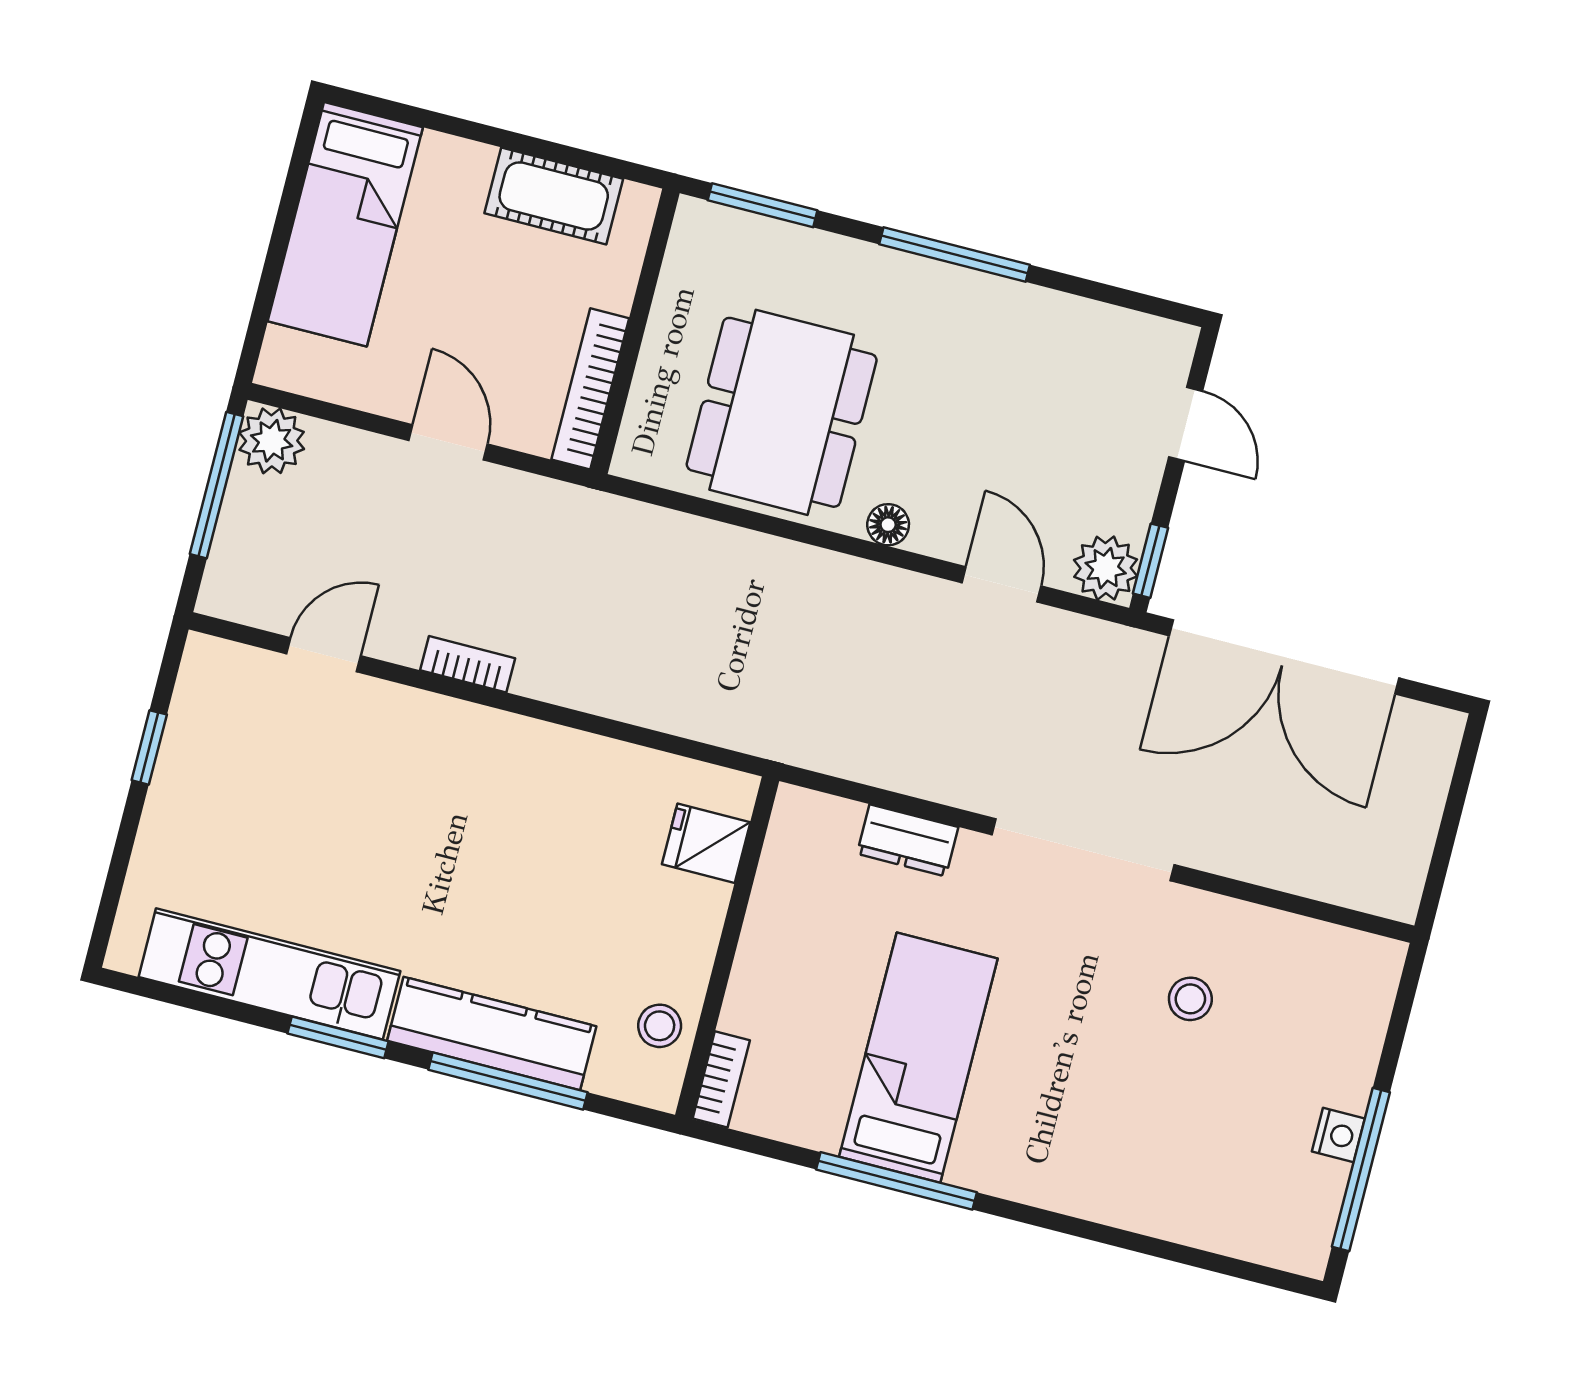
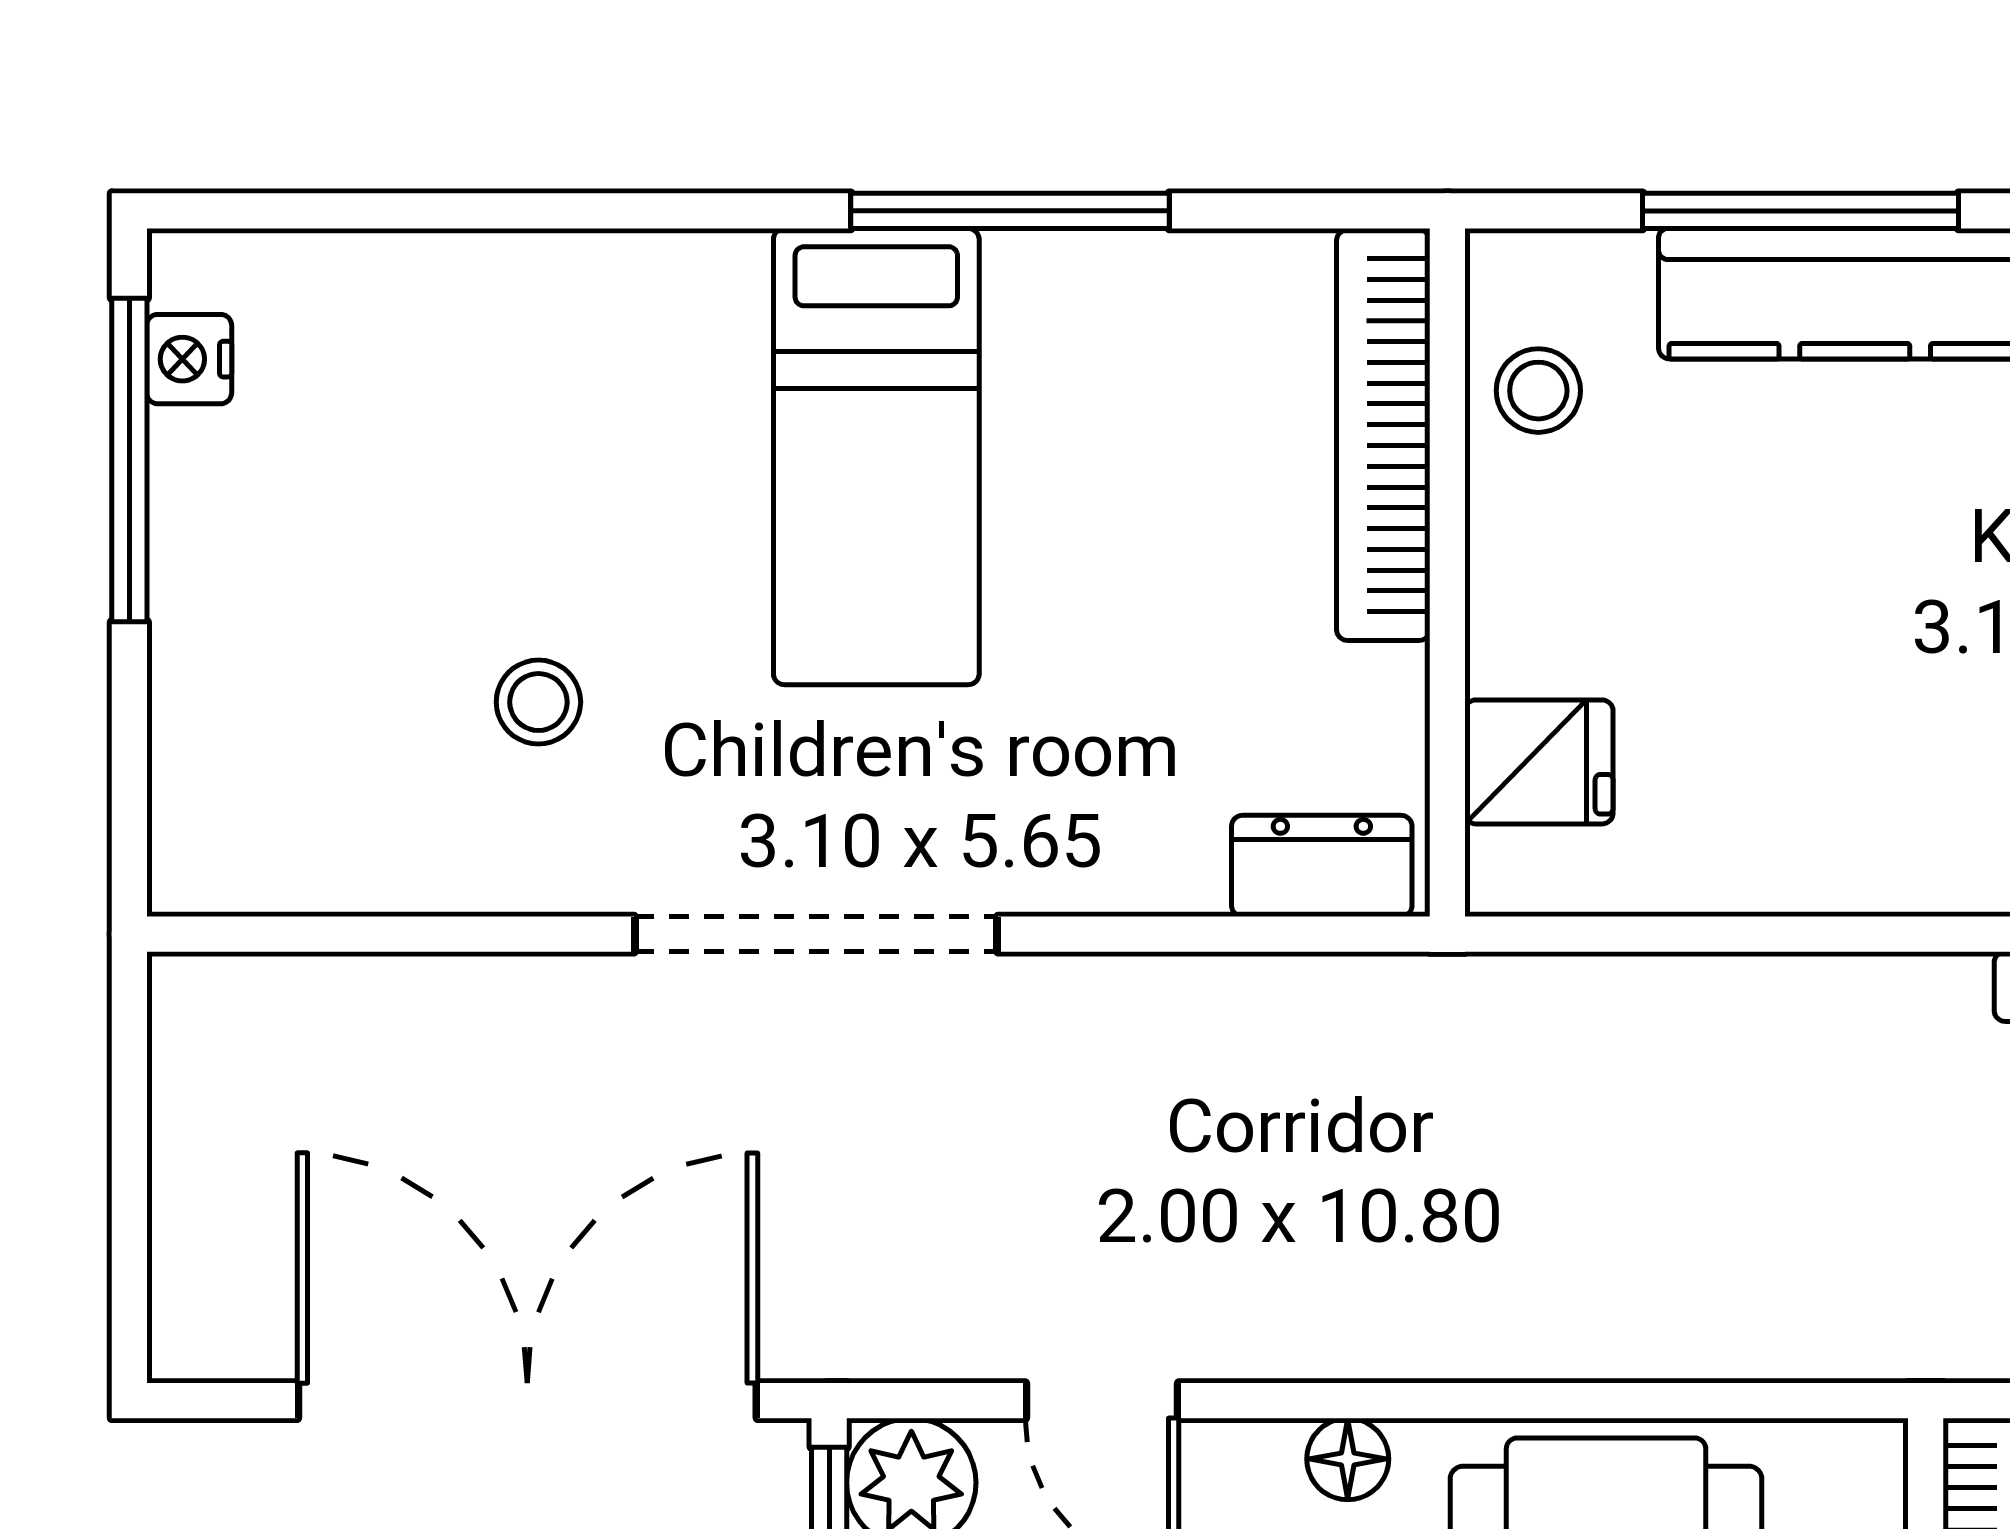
dresser: (908, 840) -> (1322, 866), moved
bed: (918, 1058) -> (876, 457), moved
bookcase: (721, 1079) -> (1383, 435), width x2.31, depth x1.31
nightstand: (1338, 1135) -> (189, 359), moved

